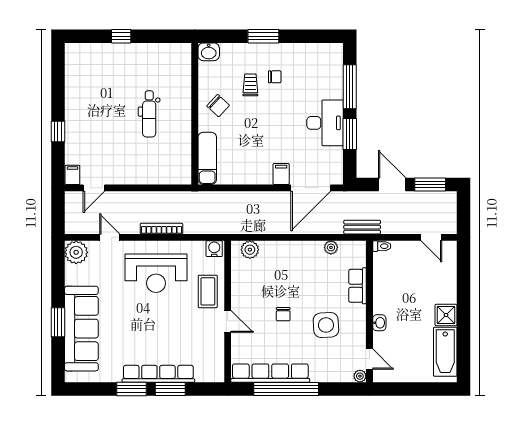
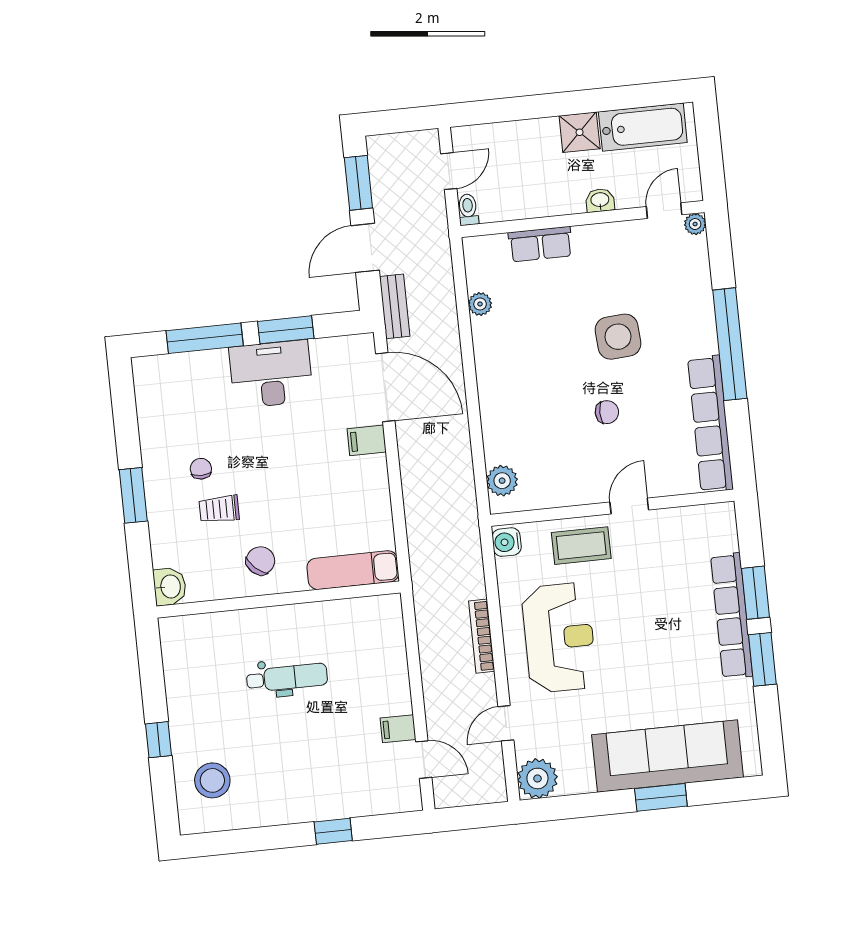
stool: (94, 65) -> (212, 780), added
filing cabinet: (72, 175) -> (398, 729), moved
bench: (362, 227) -> (395, 306), moved
toilet: (382, 246) -> (468, 210), moved
plant: (331, 247) -> (480, 304), moved
row of seats: (358, 286) -> (540, 244), moved
wall: (369, 312) -> (582, 219), moved
washbasin: (379, 323) -> (600, 200), moved
door: (369, 359) -> (664, 211), moved
plant: (360, 376) -> (695, 224), moved
window: (286, 389) -> (730, 344), moved

